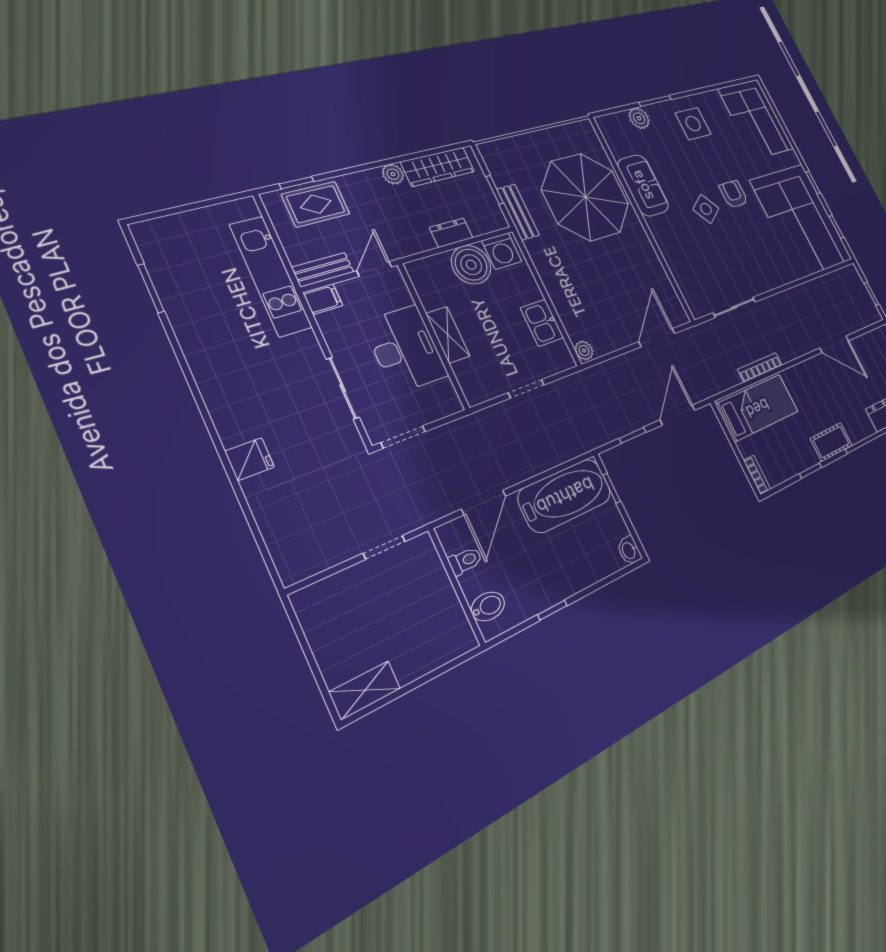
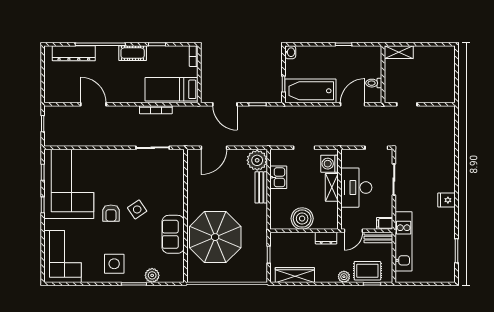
plant: (393, 174) -> (344, 277), moved
bench: (518, 212) -> (261, 187), moved
dresser: (451, 233) -> (326, 238), moved
washing machine: (502, 251) -> (329, 164), moved, turned -90
plant: (584, 351) -> (257, 160), width x1.88, depth x1.88
door: (678, 415) -> (225, 104), hinge flipped
fridge: (250, 459) -> (447, 200), moved
bidet: (488, 606) -> (373, 60), removed
shelving: (365, 690) -> (399, 52), moved

